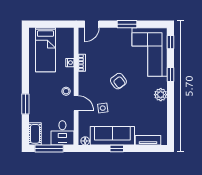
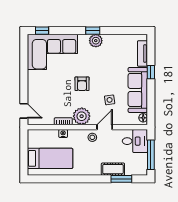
window: (127, 24) -> (24, 75), removed
window: (170, 75) -> (93, 31), moved
plant: (87, 81) -> (82, 116), added
armchair: (118, 81) -> (82, 84), turned 127
window: (25, 104) -> (121, 179), moved
cot: (35, 134) -> (113, 169), moved
window: (117, 149) -> (151, 72), moved

